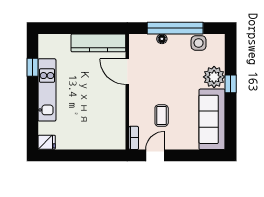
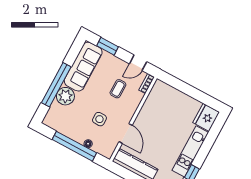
side table: (199, 43) -> (99, 119), moved
window: (231, 84) -> (56, 85), width x3.17
fridge: (47, 142) -> (206, 117), width x1.88, depth x1.34
window: (198, 155) -> (107, 46), added

